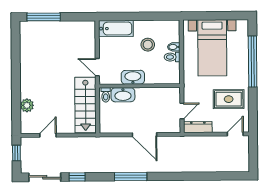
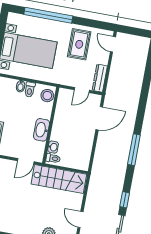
stool: (148, 45) -> (47, 96), moved
washbasin: (123, 95) -> (53, 147), width x0.52, depth x0.69
door: (182, 111) -> (82, 90), swing flipped
door: (145, 135) -> (99, 118), moved

